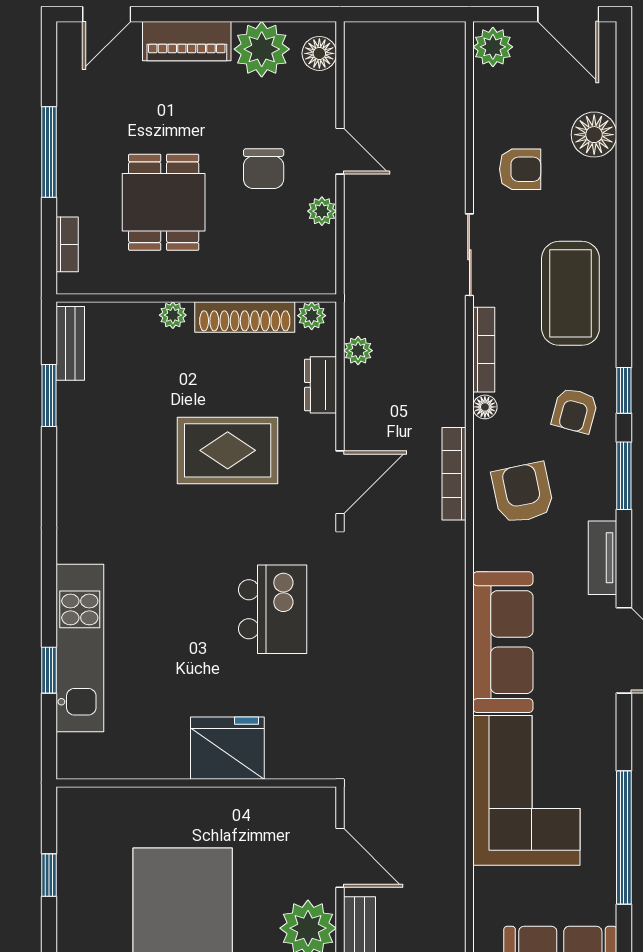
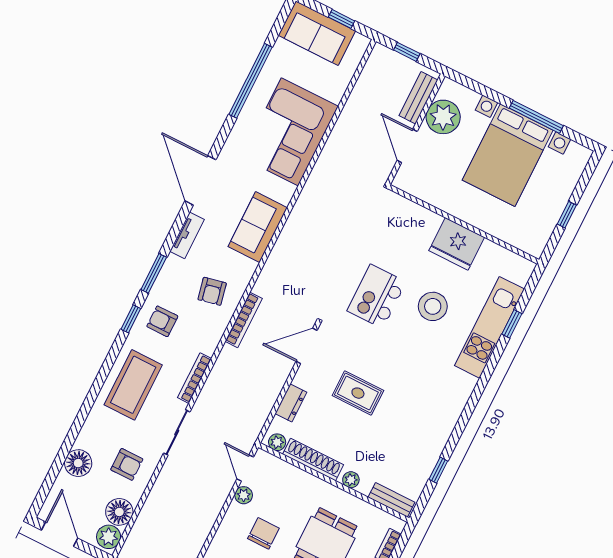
door: (340, 151) -> (245, 468), moved
armchair: (520, 169) -> (127, 464), turned 180
bench: (70, 343) -> (391, 500), moved, turned 90
plant: (358, 351) -> (262, 411), removed
window: (49, 395) -> (438, 470), width x0.67
floor lamp: (485, 407) -> (119, 512), moved, width x1.89, depth x1.89
armchair: (575, 410) -> (162, 321), turned -105
rug: (228, 450) -> (358, 393), width x0.73, depth x0.70
armchair: (523, 493) -> (212, 291), width x0.72, depth x0.72
stool: (181, 637) -> (433, 306), added
sofa: (503, 642) -> (258, 227), width x0.73
fridge: (227, 748) -> (457, 244), moved

